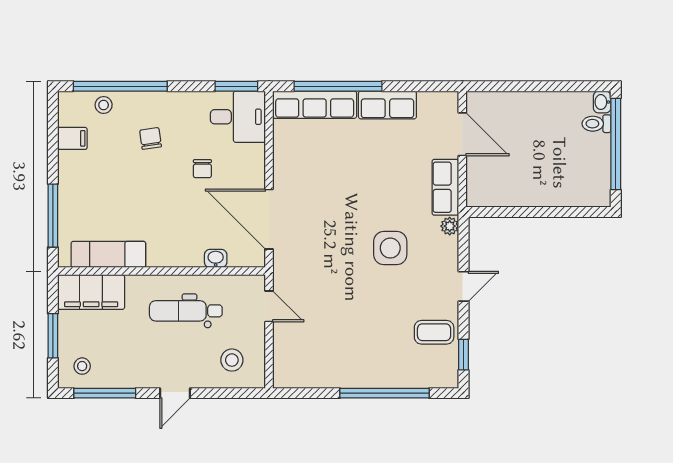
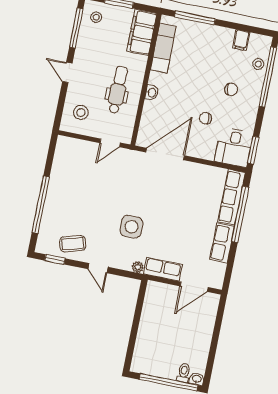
washbasin: (216, 258) -> (152, 93), moved
coffee table: (434, 332) -> (73, 244), turned 74

